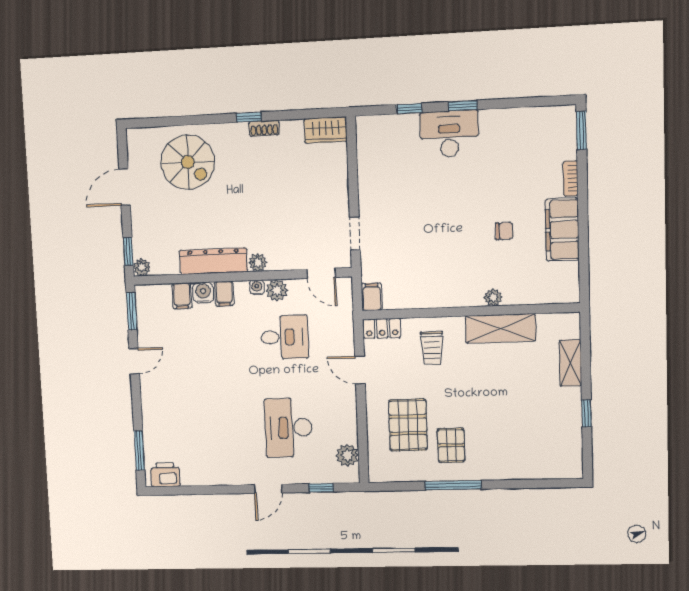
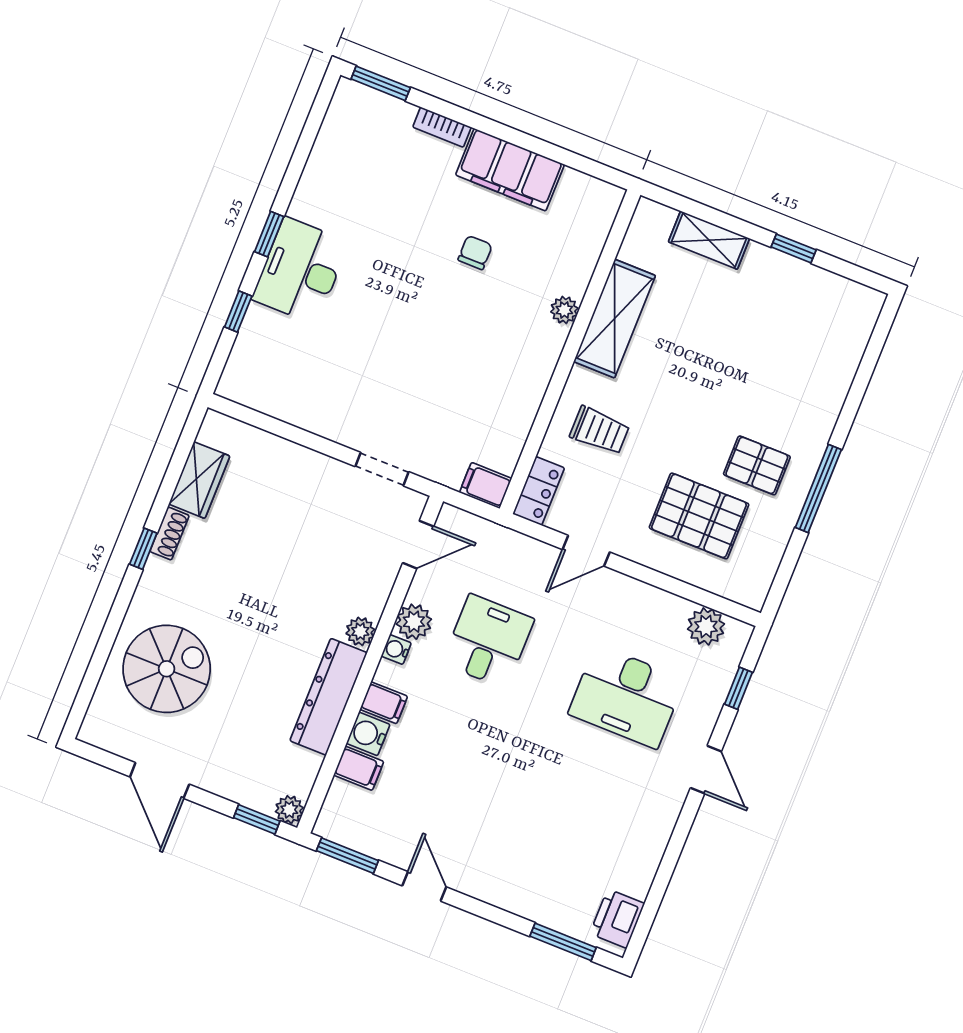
wardrobe: (325, 130) -> (199, 480), moved

